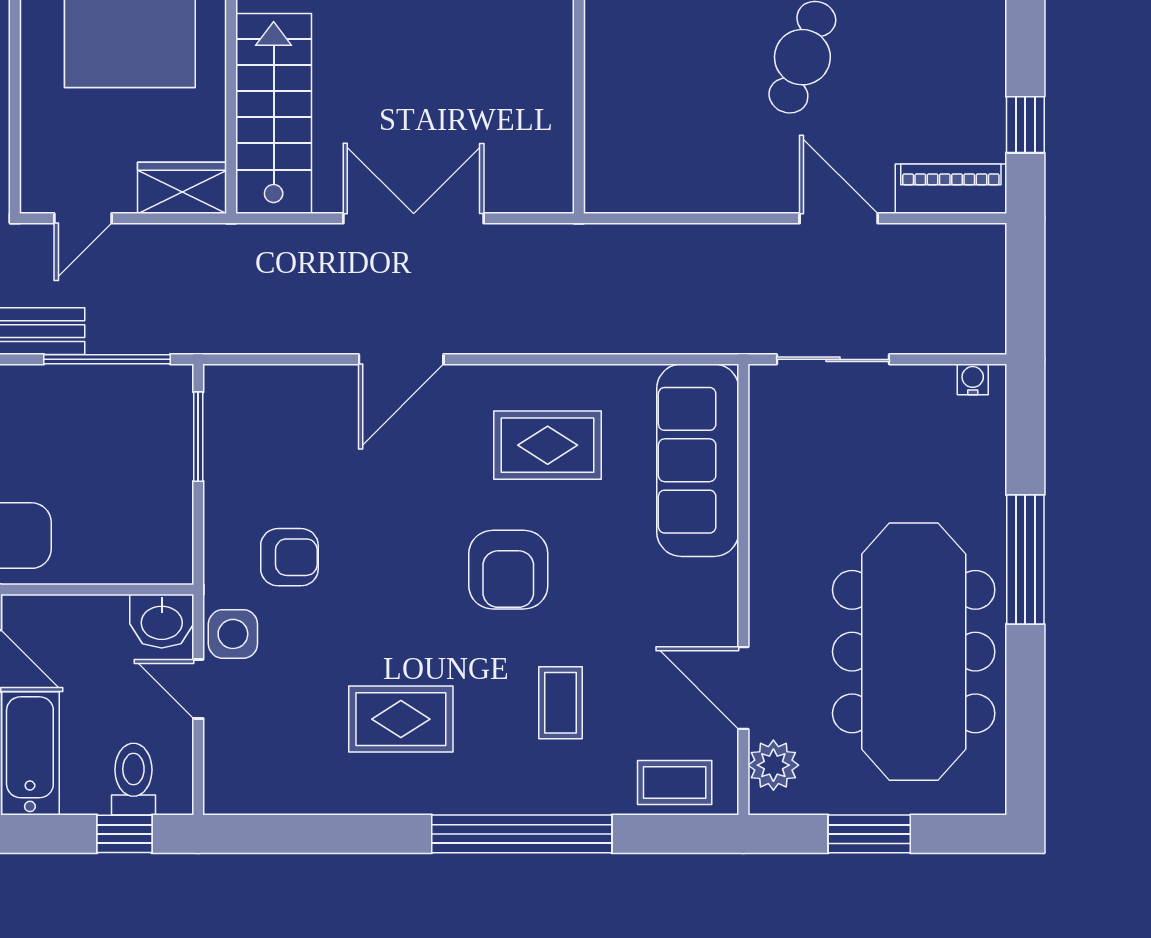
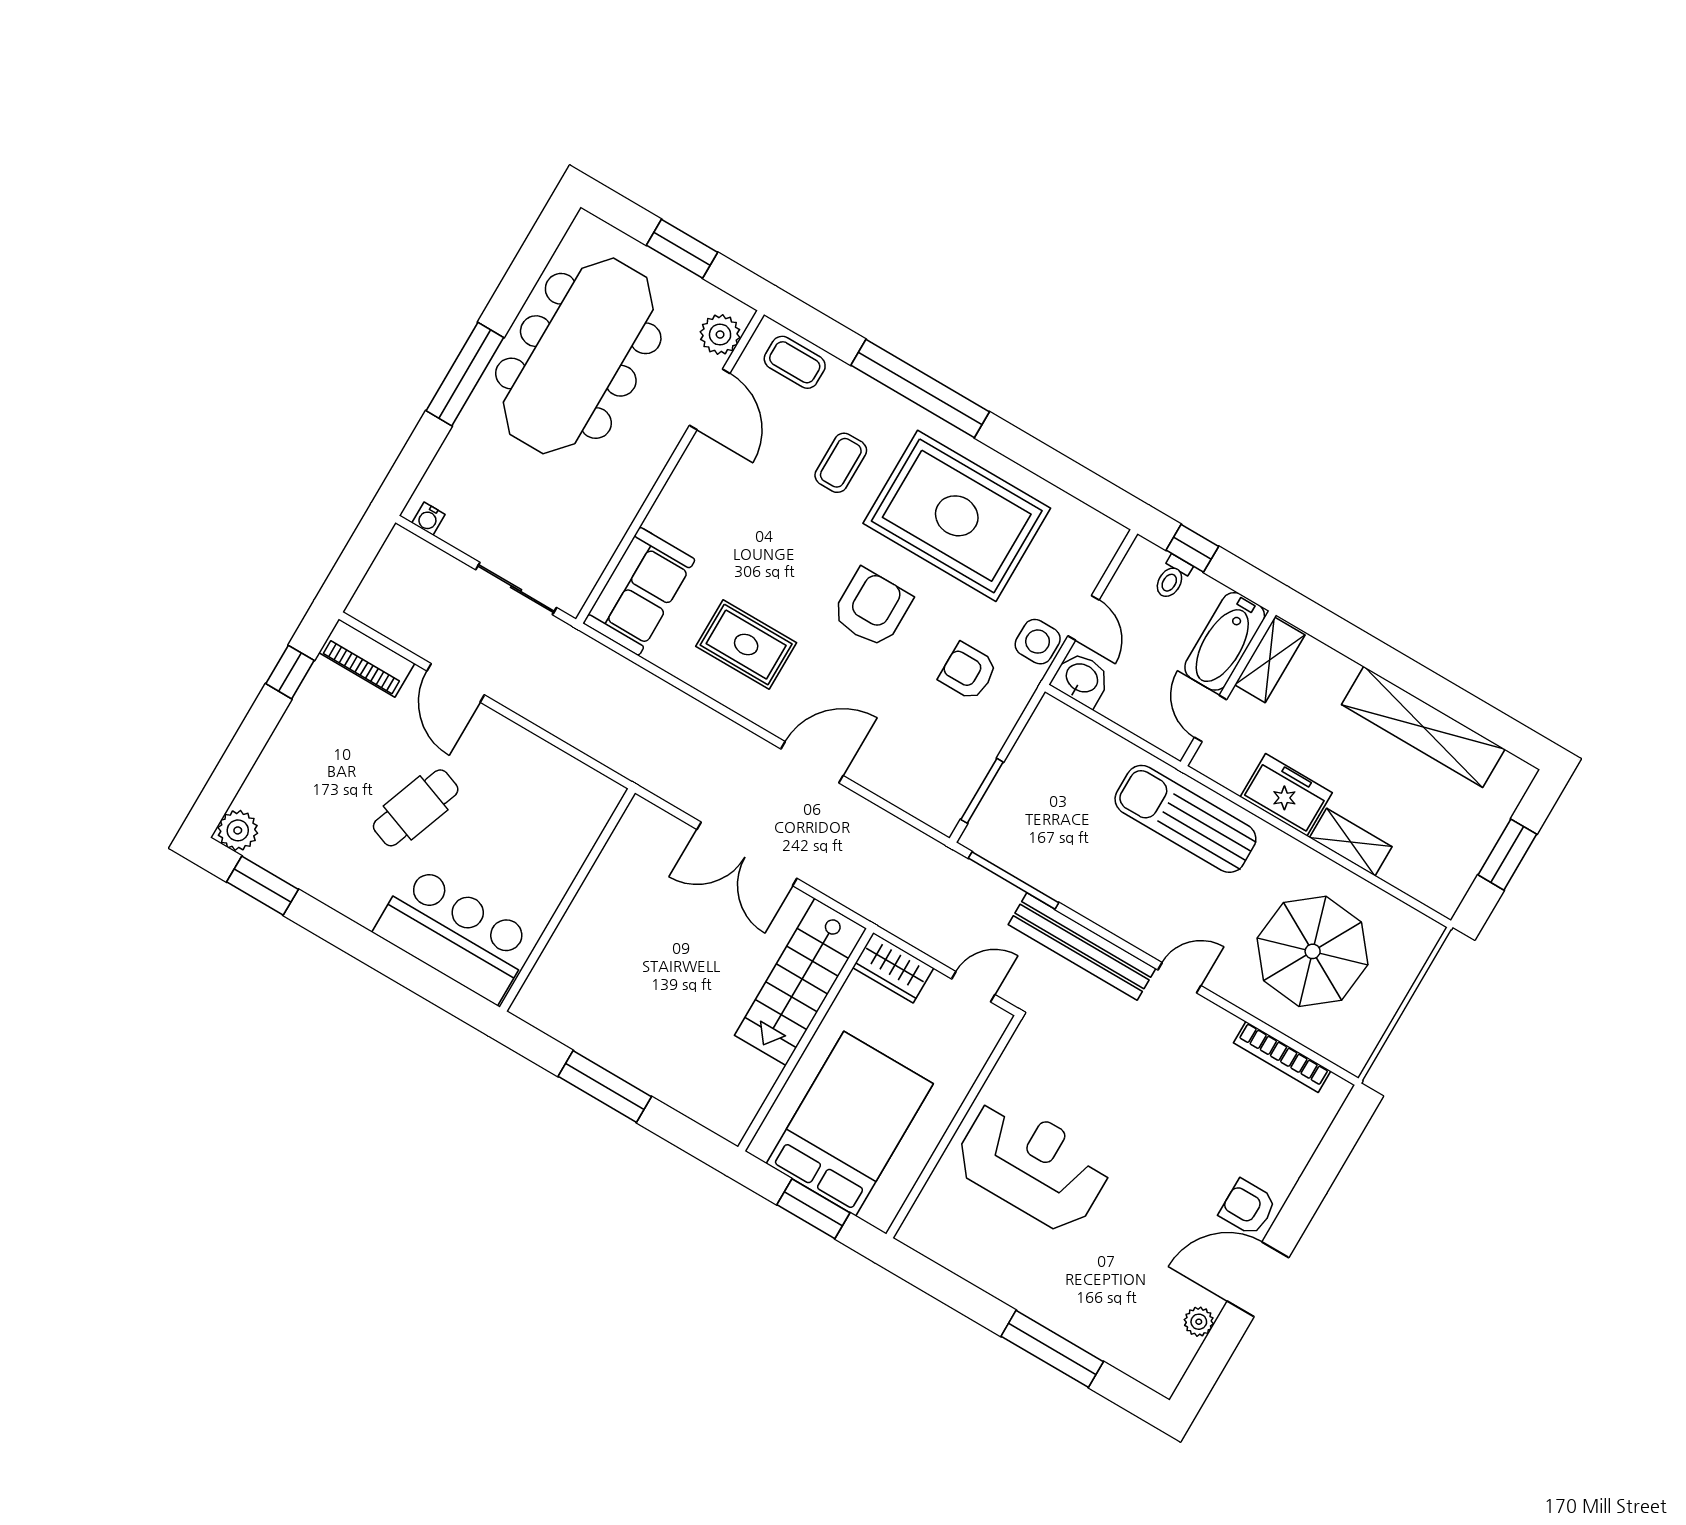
sofa: (698, 460) -> (639, 591), width x0.73
armchair: (508, 570) -> (872, 608), moved
rug: (401, 719) -> (957, 516), width x1.86, depth x2.06
toilet: (133, 779) -> (1172, 578), width x0.73, depth x0.72

